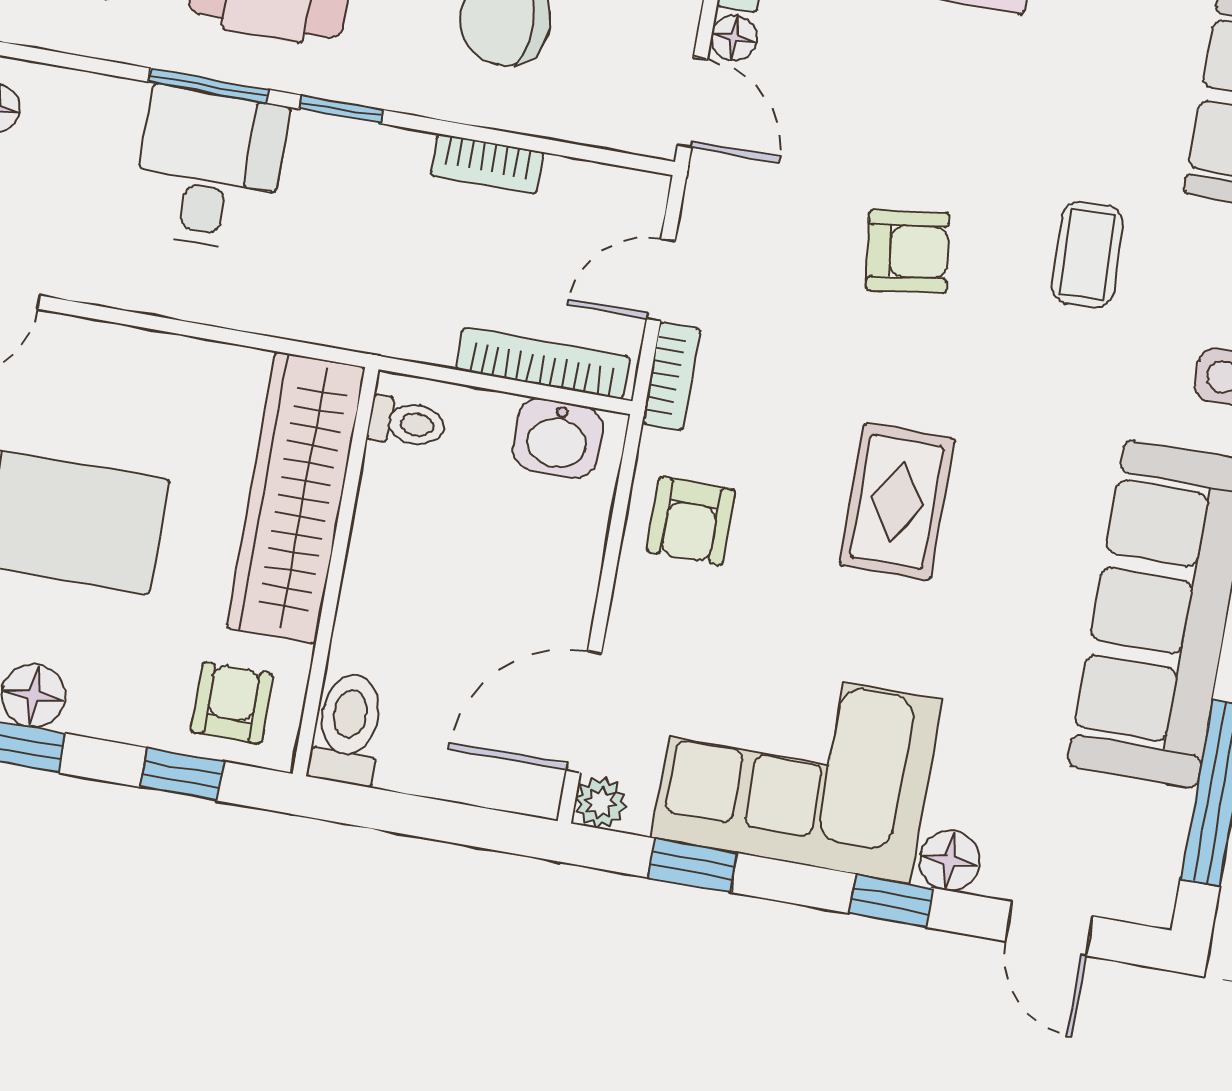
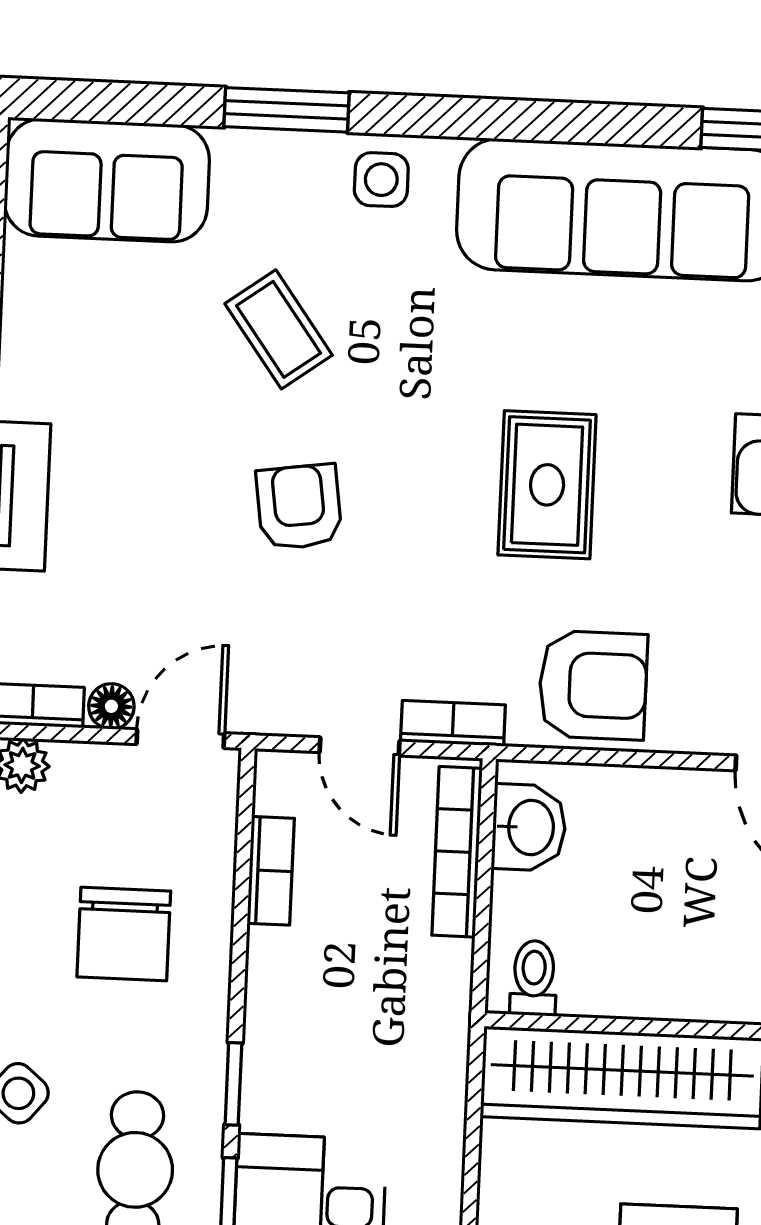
bookcase: (487, 164) -> (271, 871), moved
coffee table: (1088, 255) -> (279, 329), turned 56
rug: (897, 502) -> (547, 485), turned 90
armchair: (691, 521) -> (593, 685), width x1.38, depth x1.38

